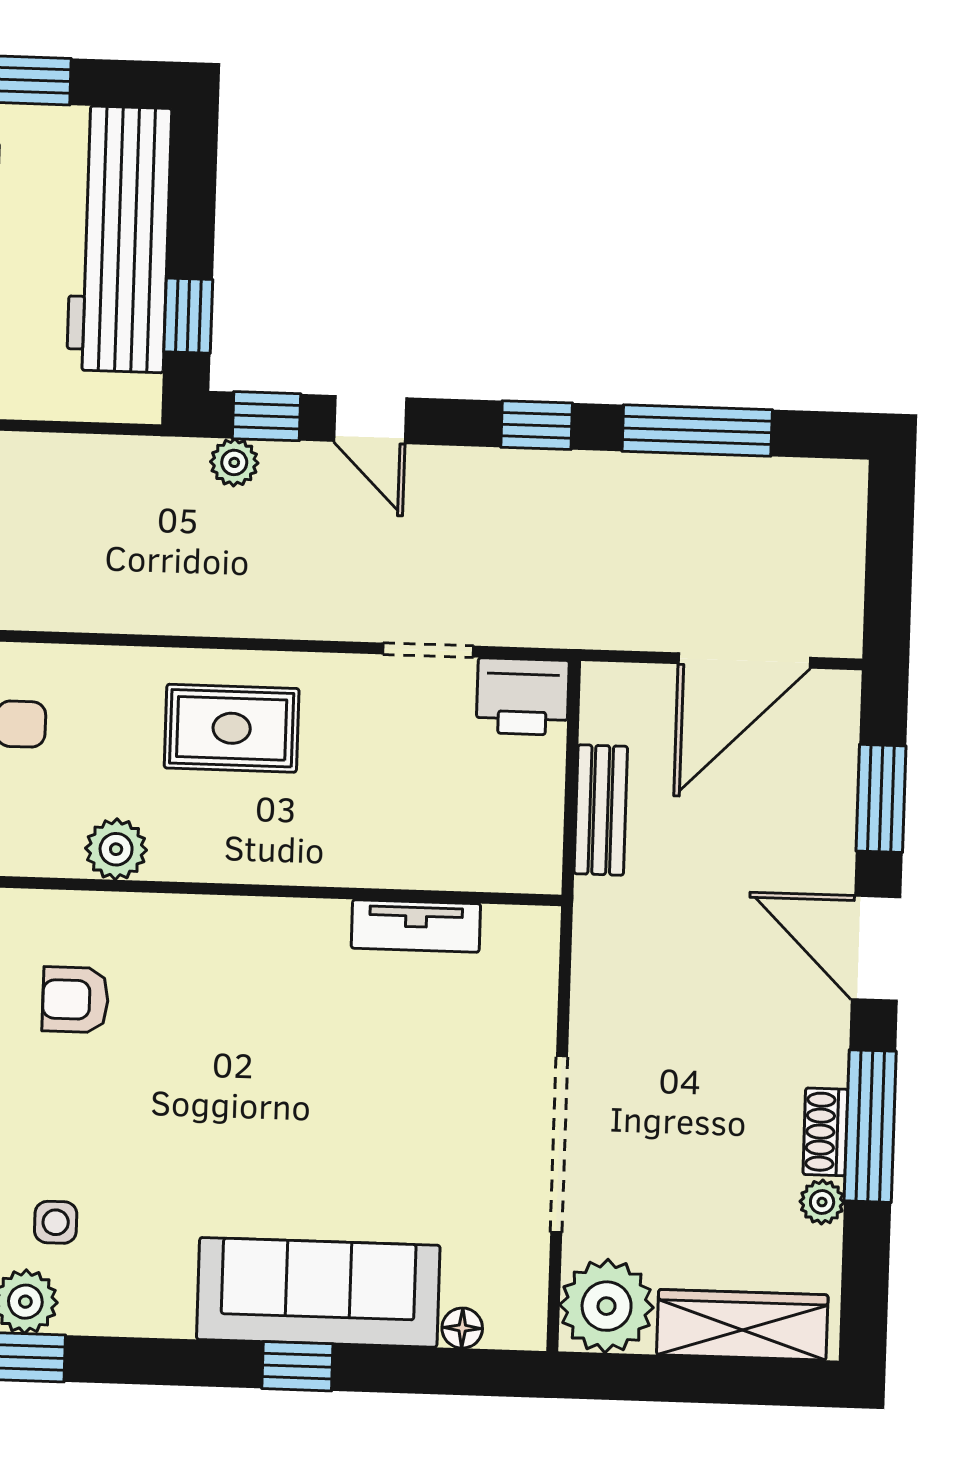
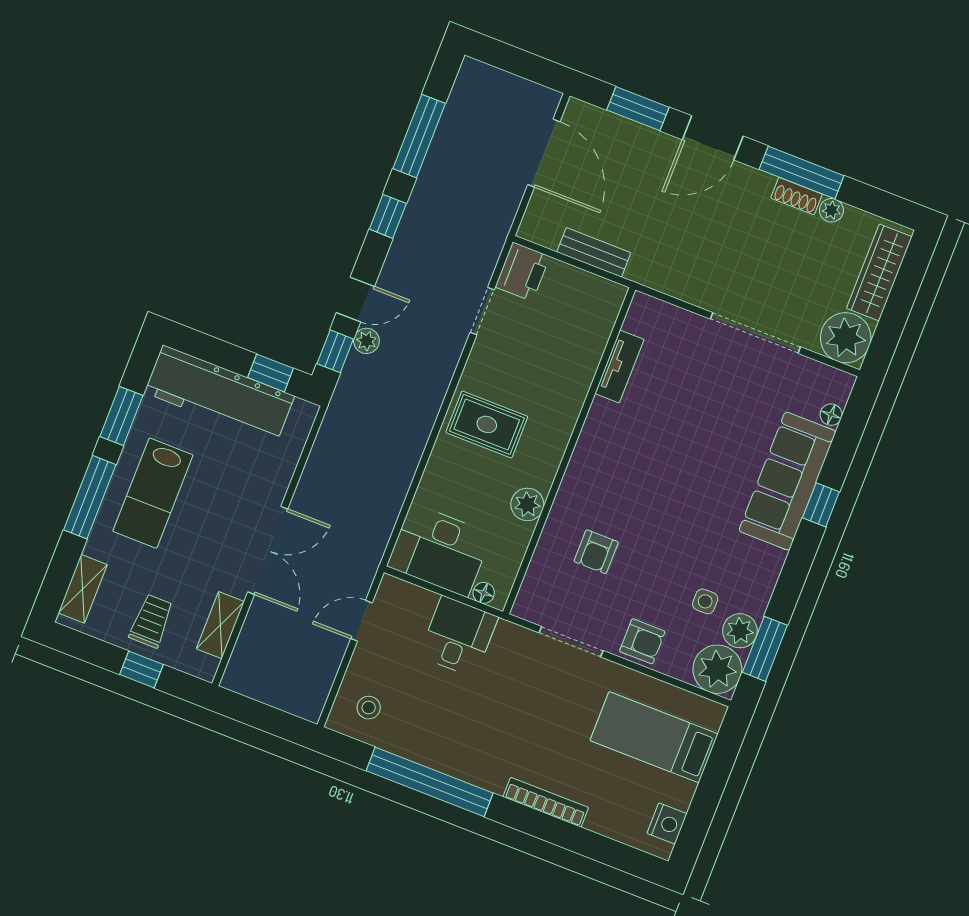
plant: (234, 462) -> (366, 341), moved
rug: (232, 728) -> (487, 424), turned 90

